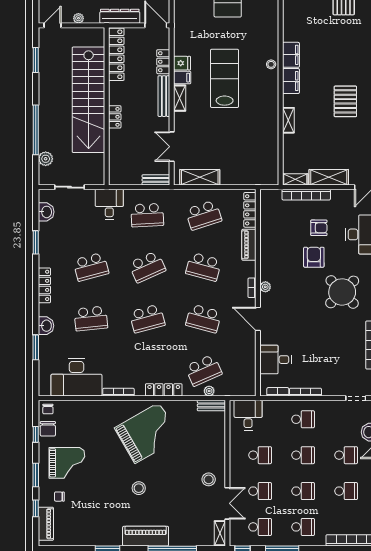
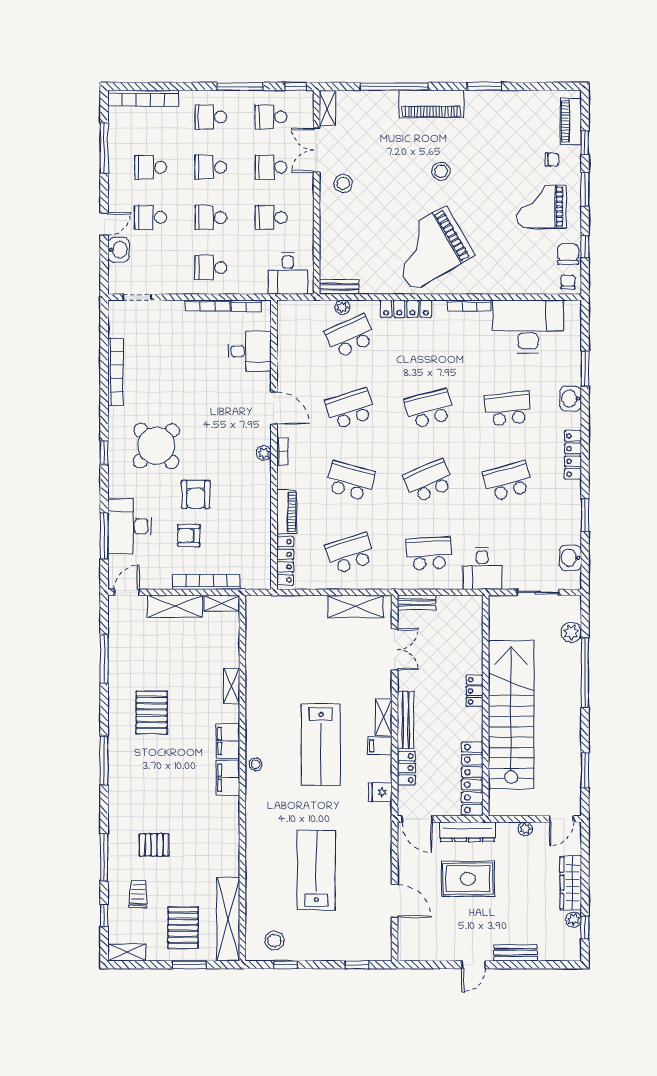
fridge: (182, 63) -> (380, 792), moved
school desk: (204, 318) -> (350, 409), turned -33

